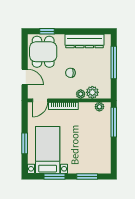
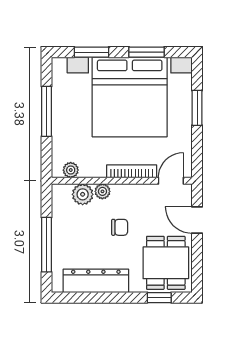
window: (114, 122) -> (47, 111), moved
bed with nightstands: (48, 150) -> (130, 97), width x1.85

